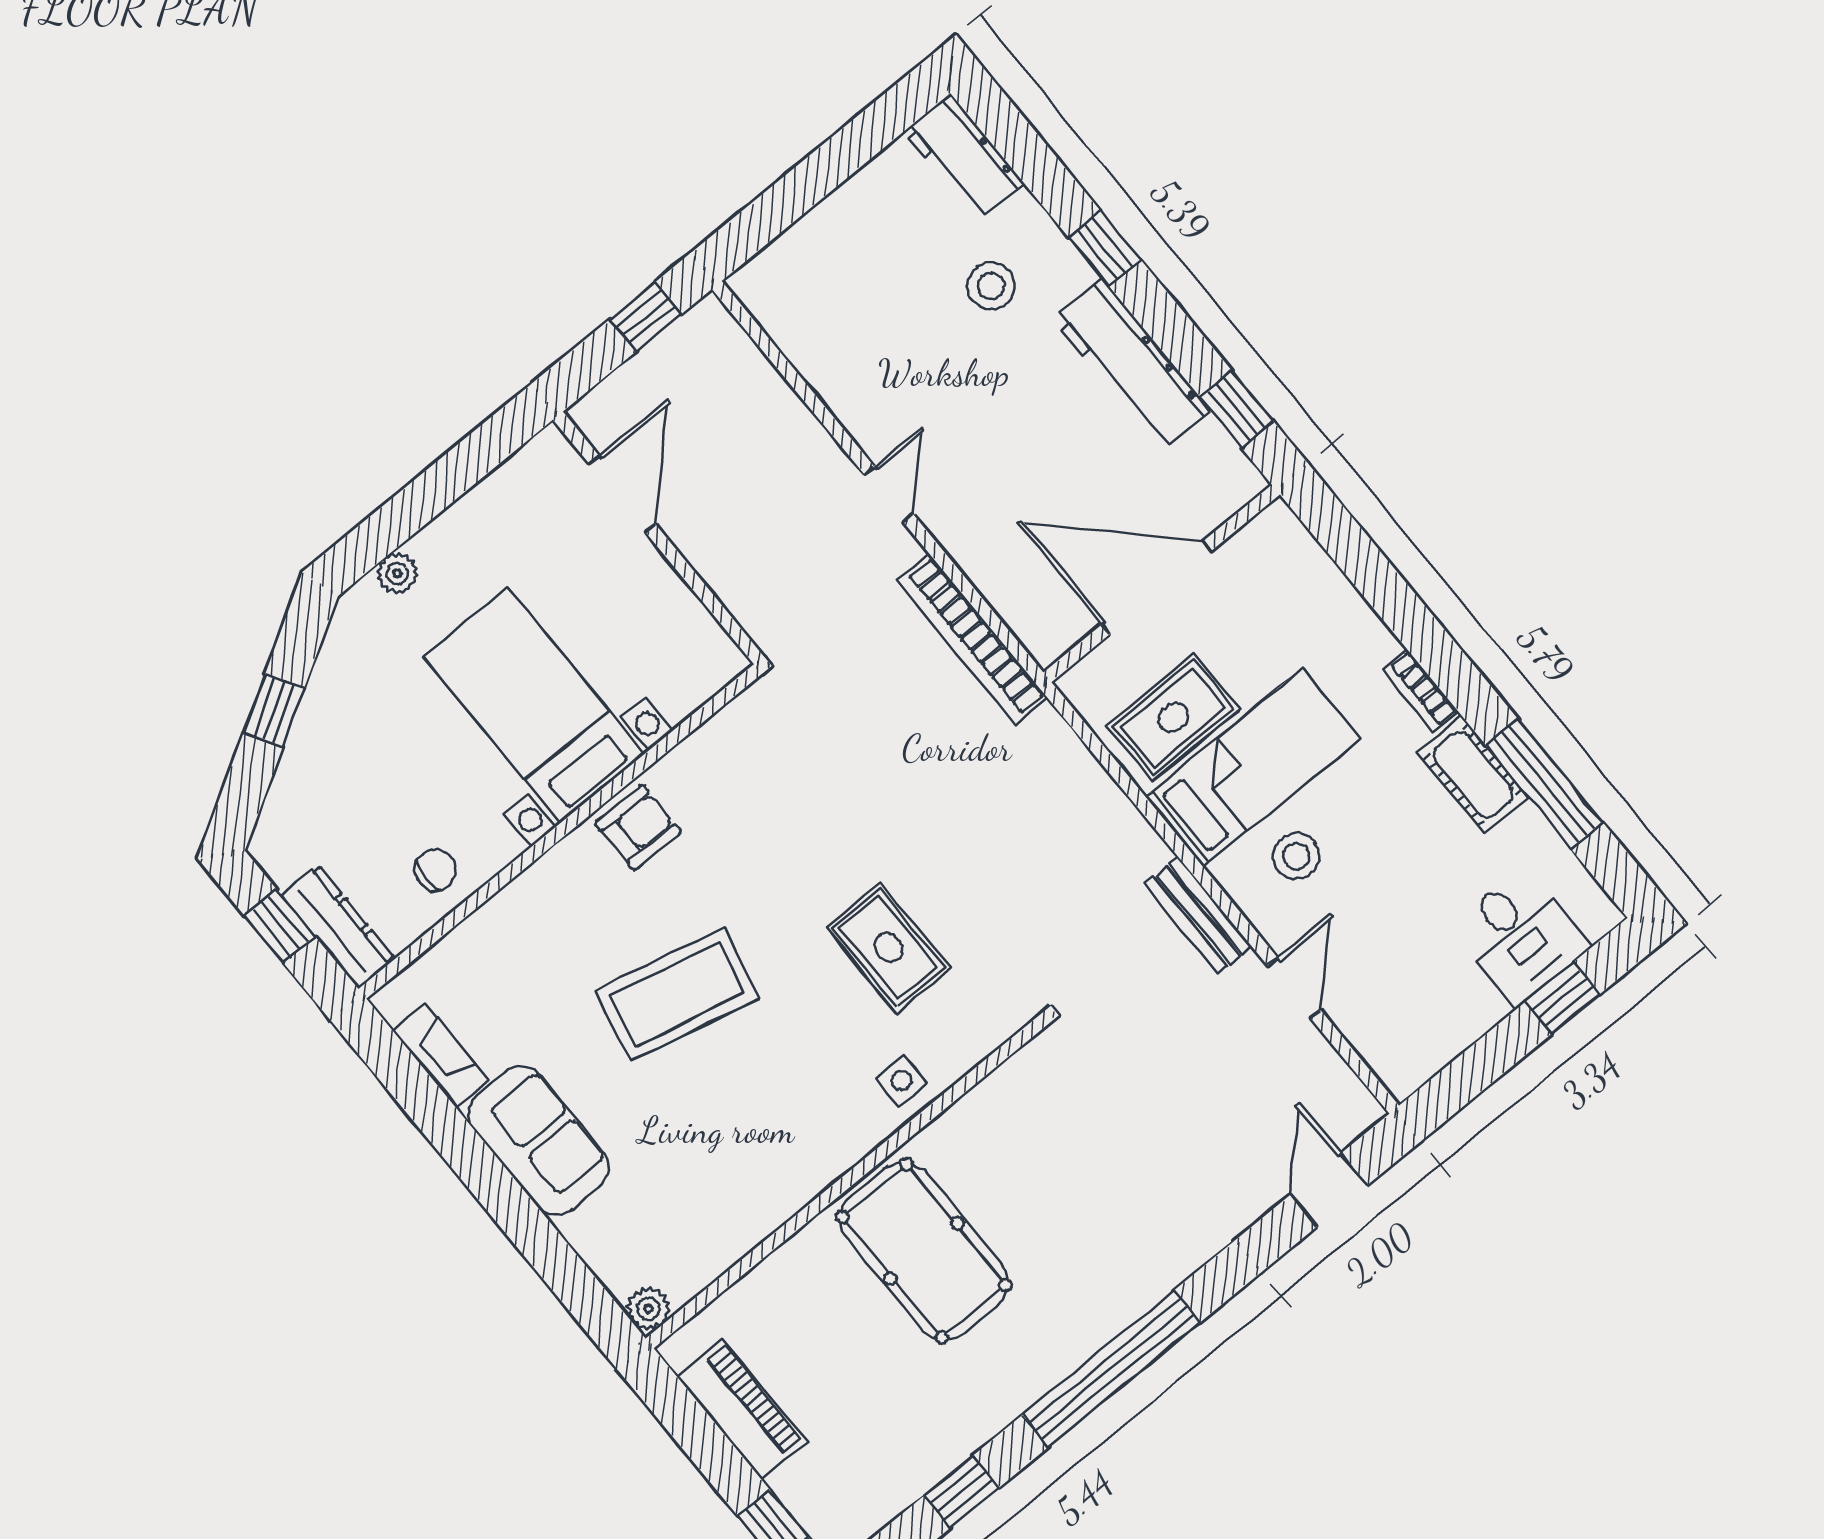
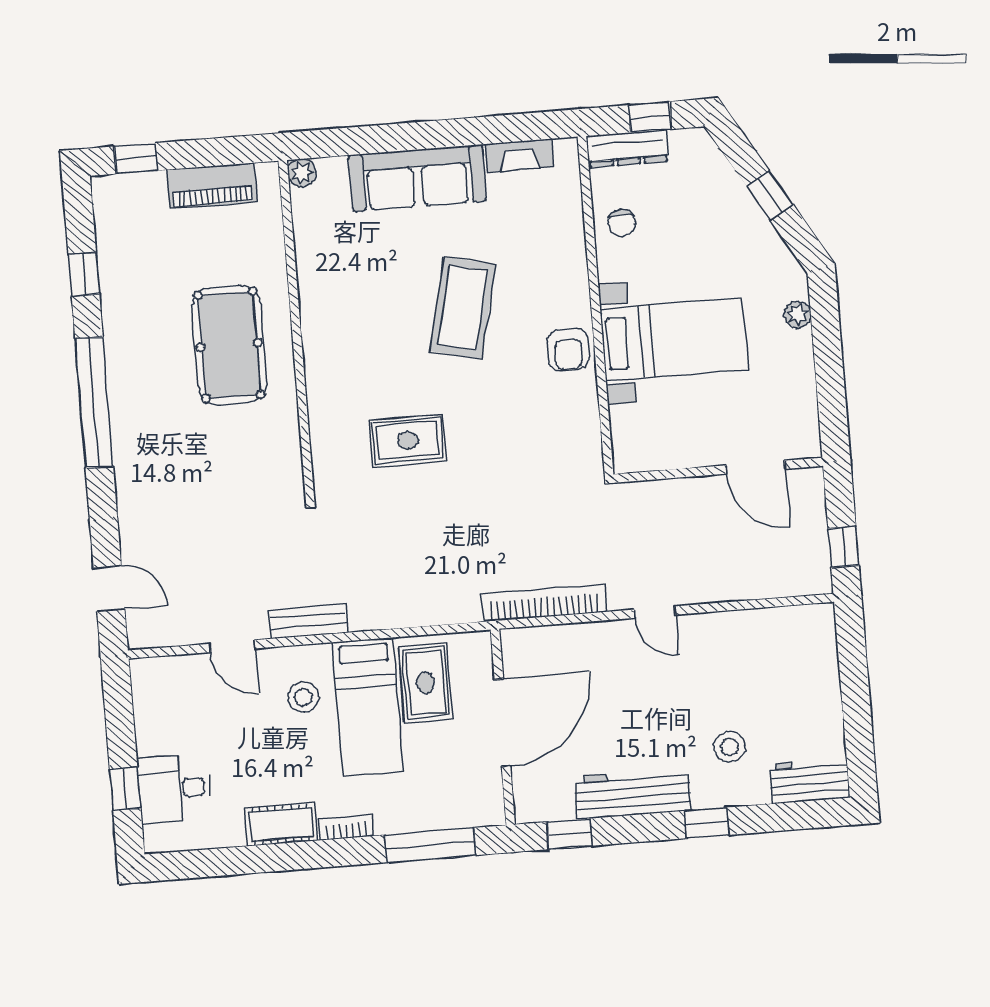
window: (1544, 784) -> (430, 845), moved
side table: (901, 1081) -> (331, 397), removed
sofa: (539, 1141) -> (417, 178), width x1.36
pool table: (924, 1251) -> (229, 345), turned 90

